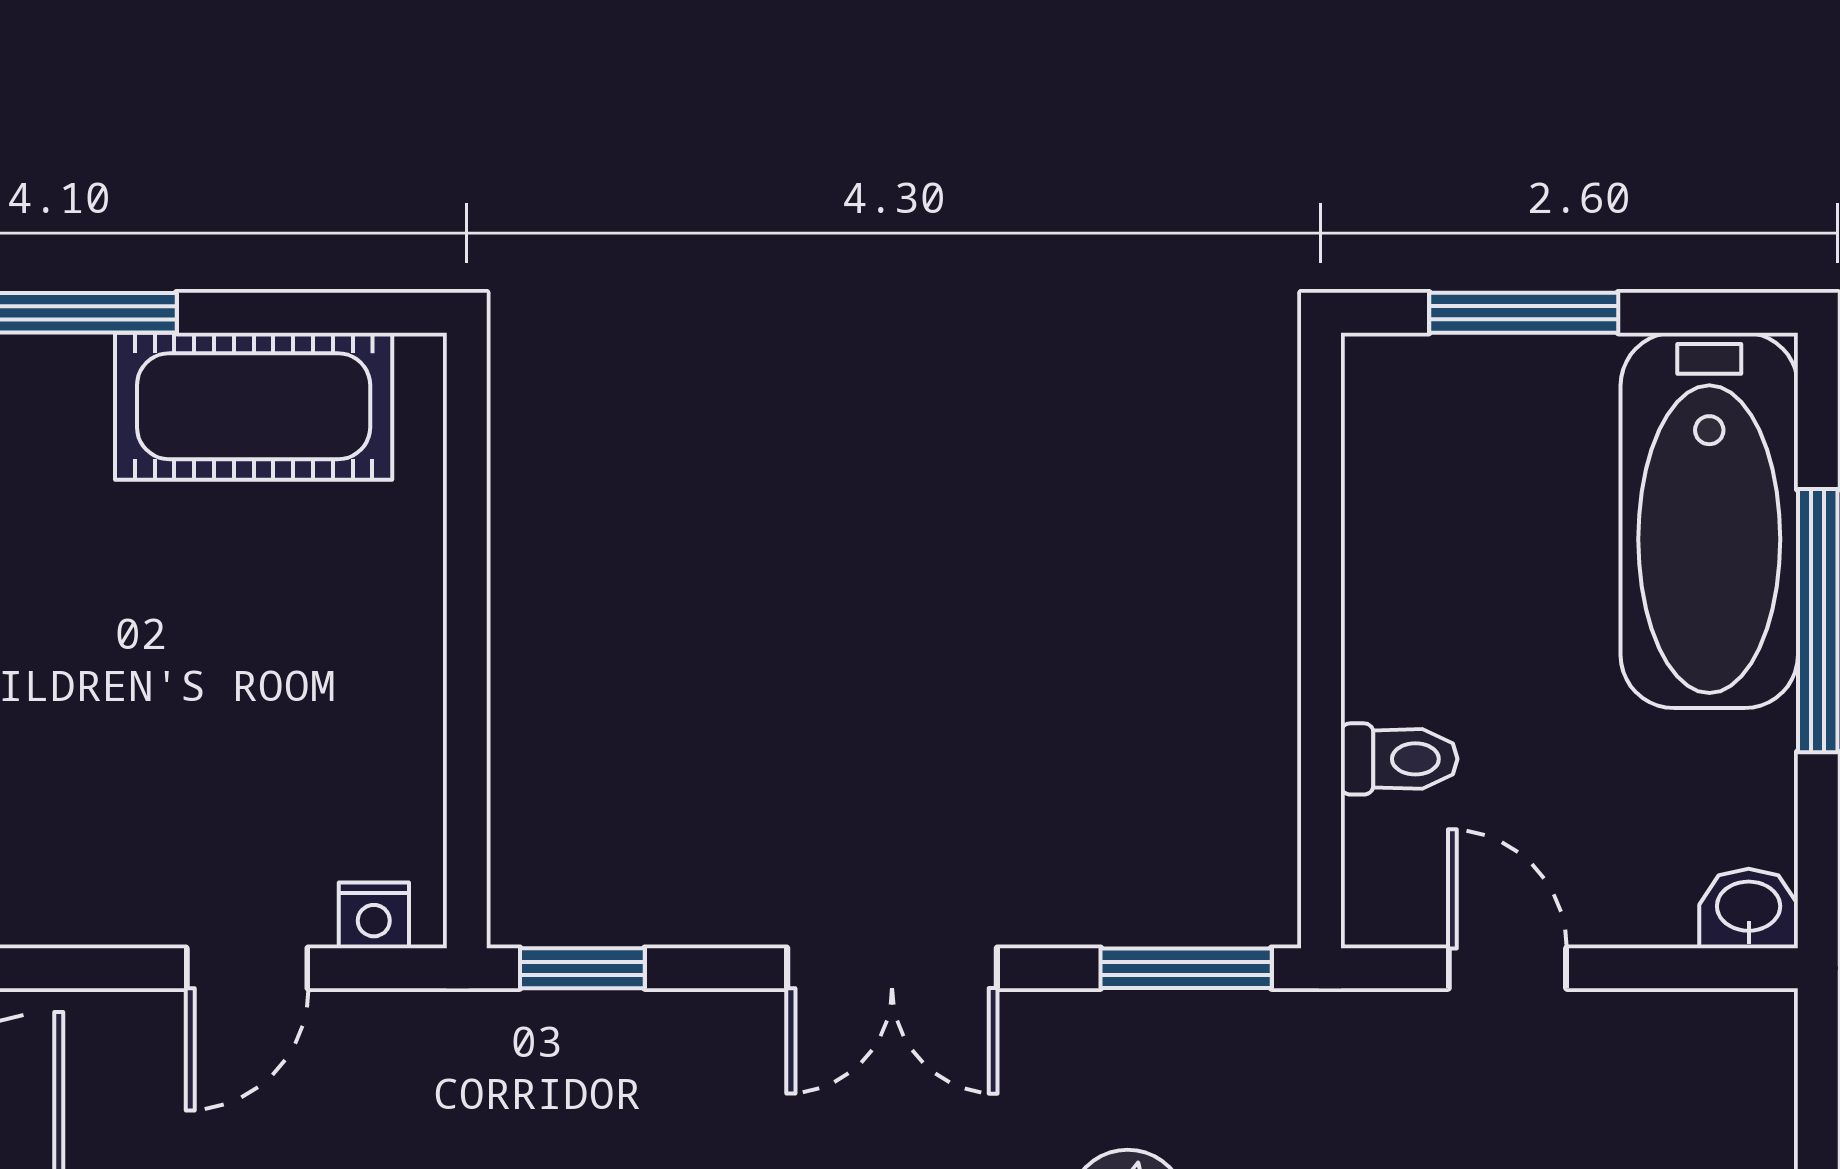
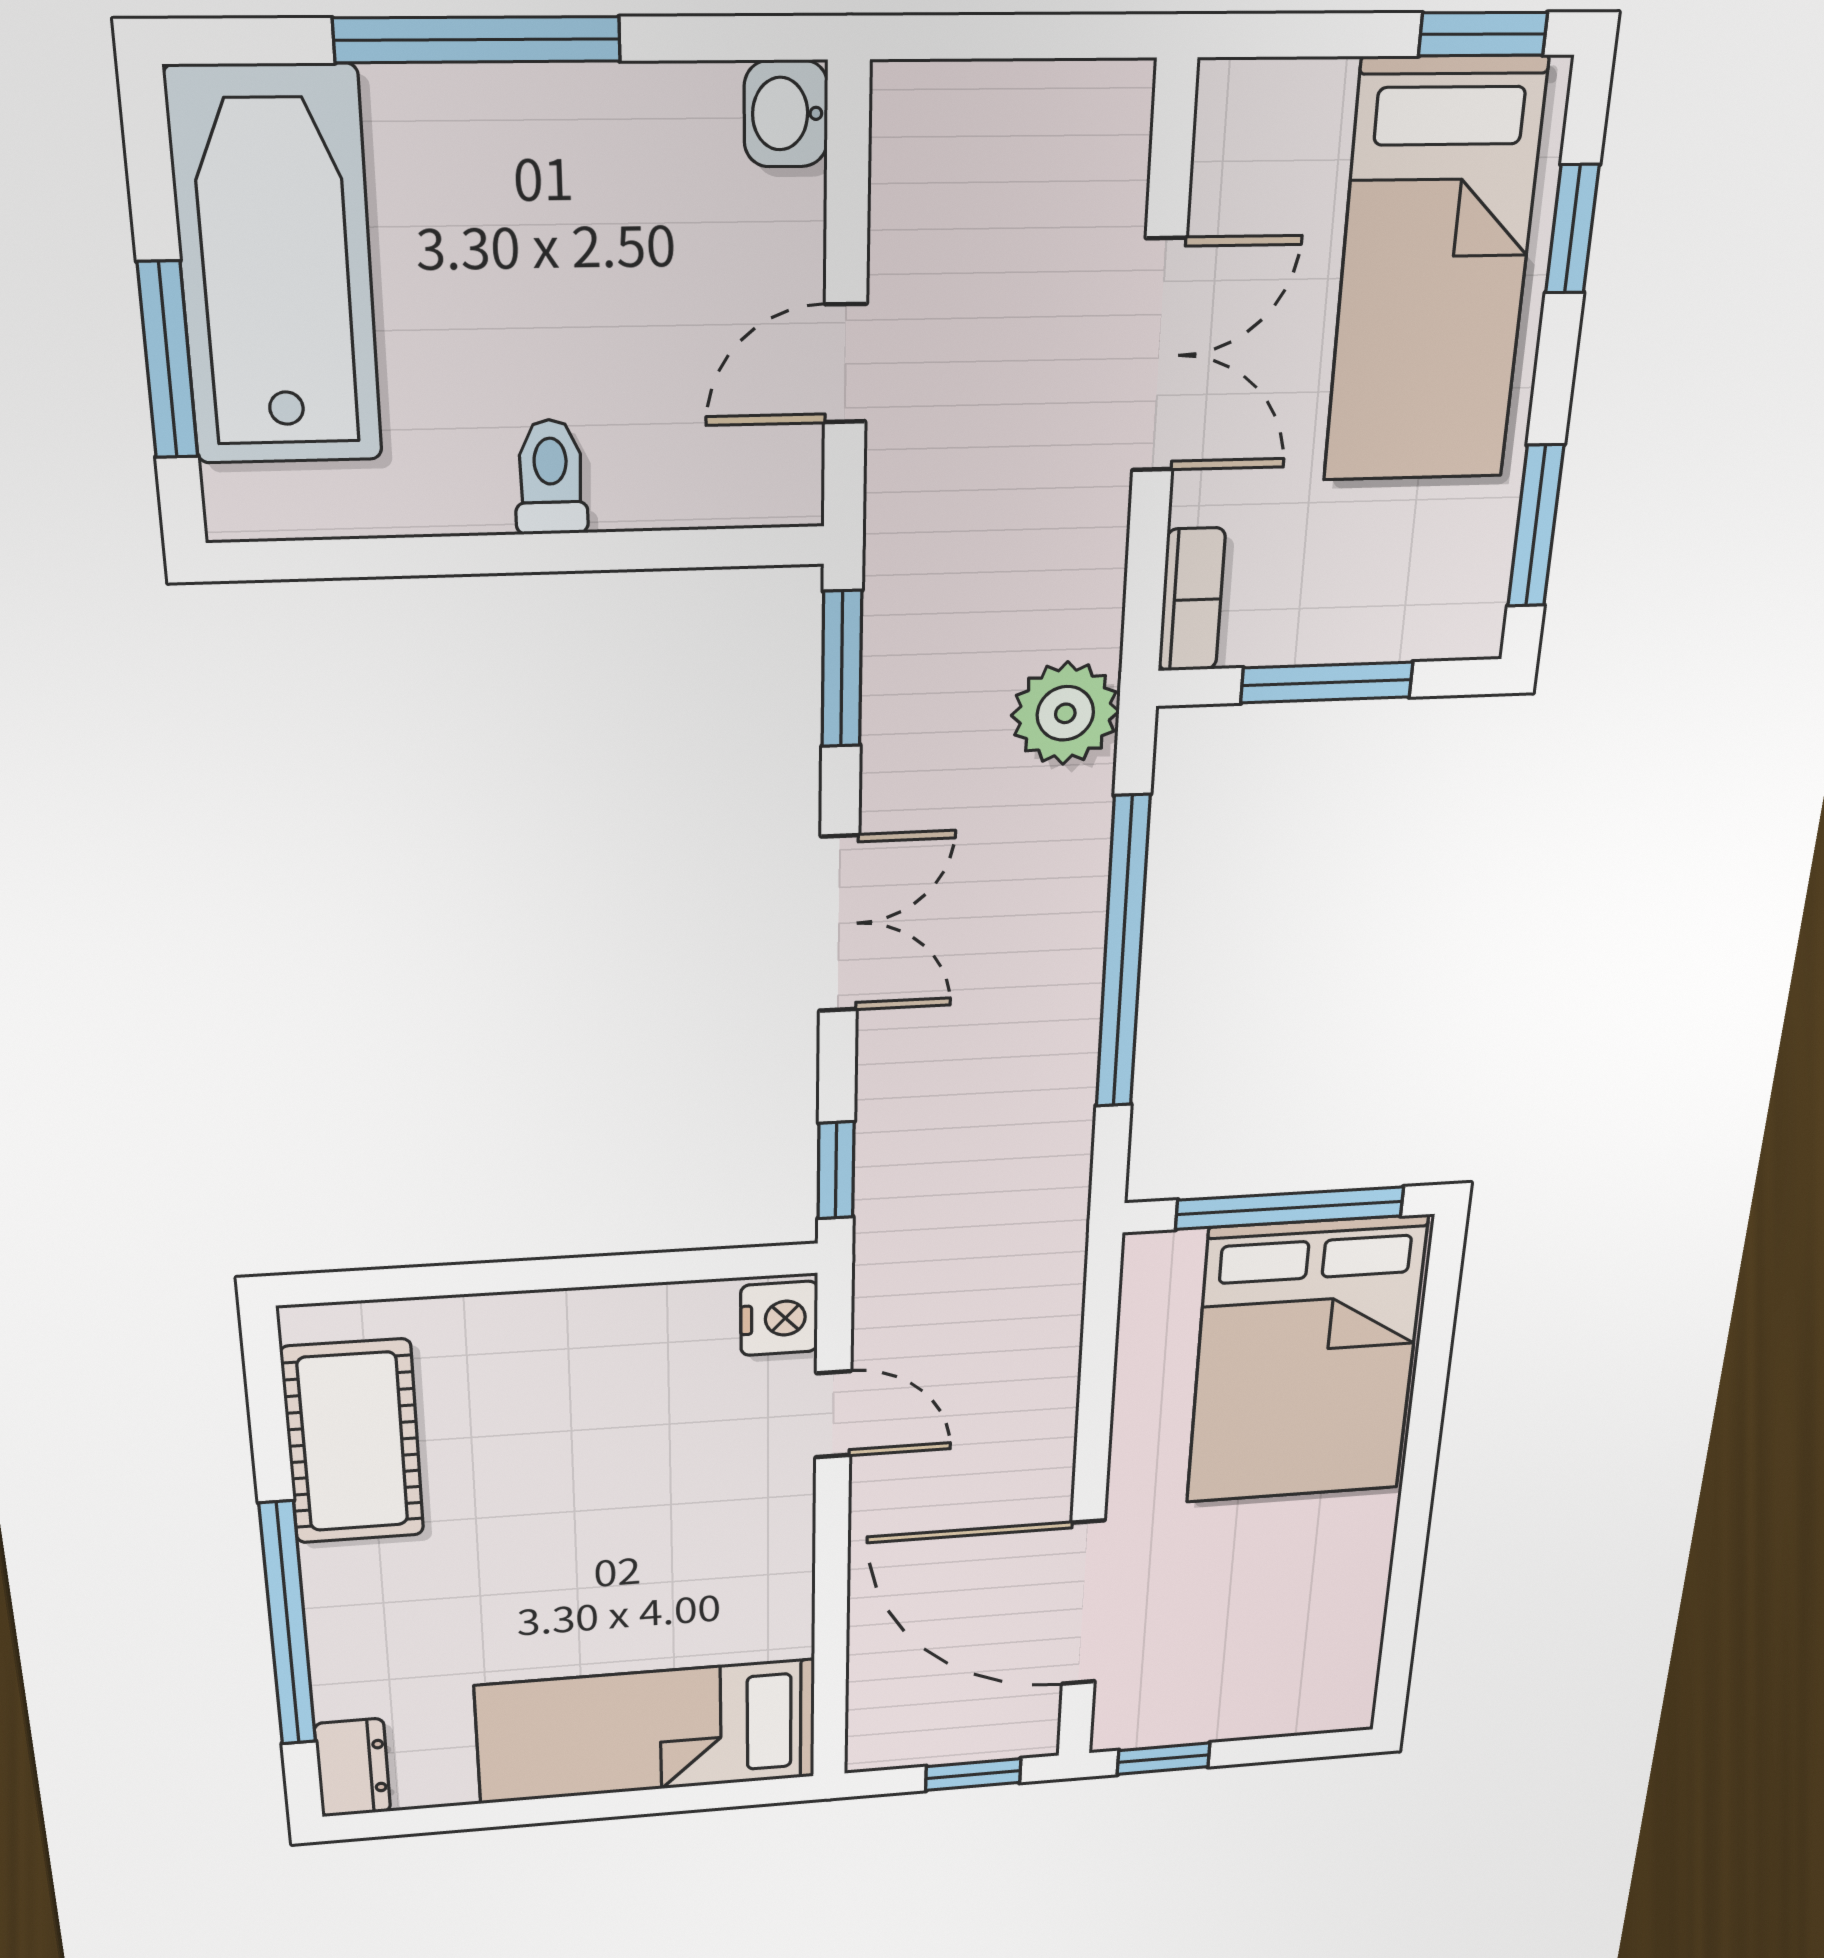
bathtub: (1709, 520) -> (276, 268), moved, turned -90
toilet: (1399, 759) -> (551, 477), moved
nightstand: (374, 915) -> (779, 1318), width x1.39, depth x1.35

